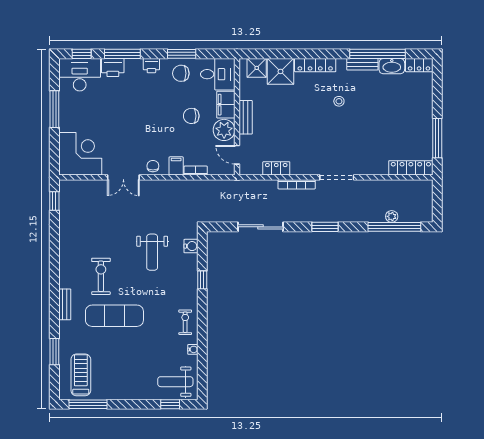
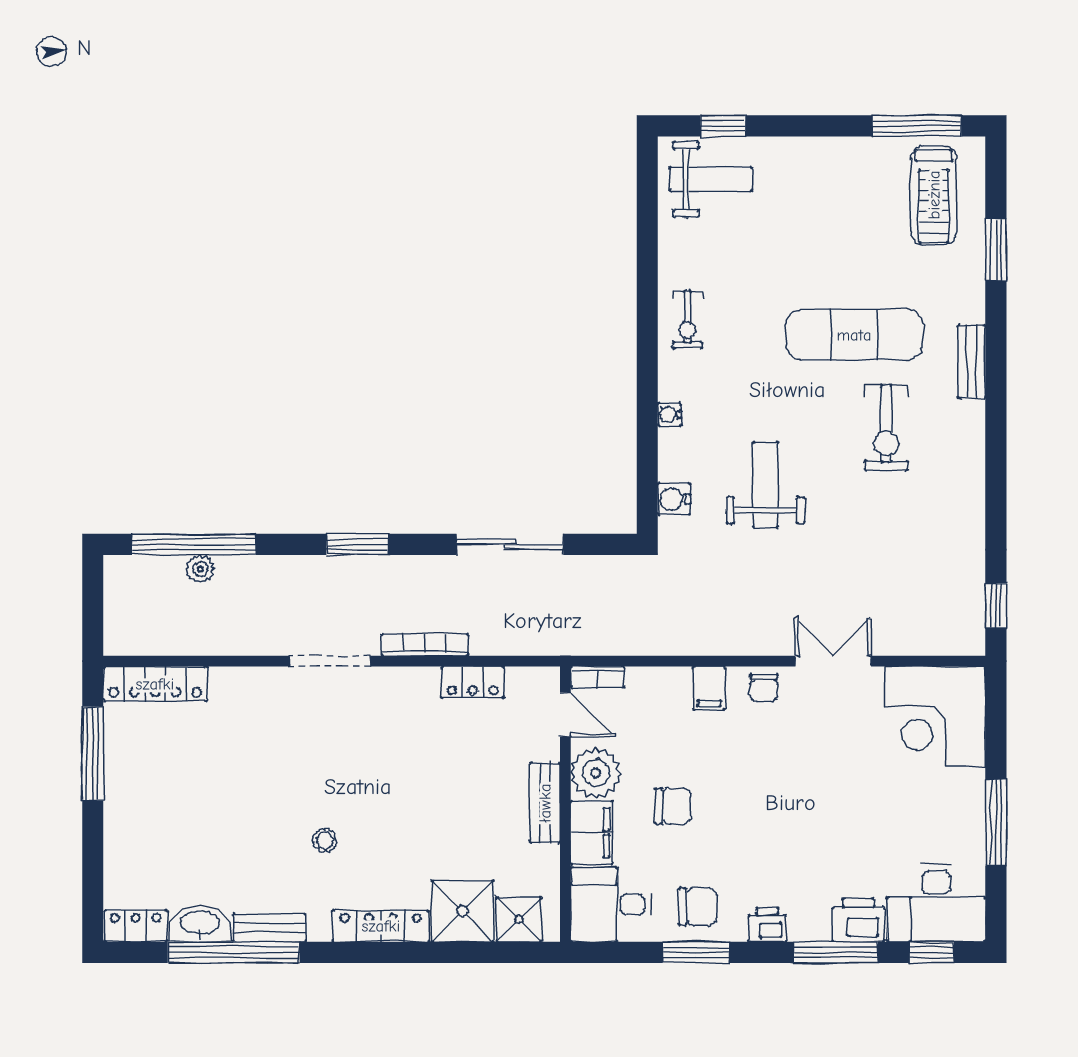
bookcase: (196, 171) -> (597, 677), moved
window: (202, 280) -> (647, 419), removed
water cooler: (193, 349) -> (669, 414), moved

